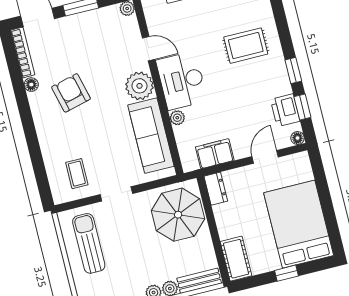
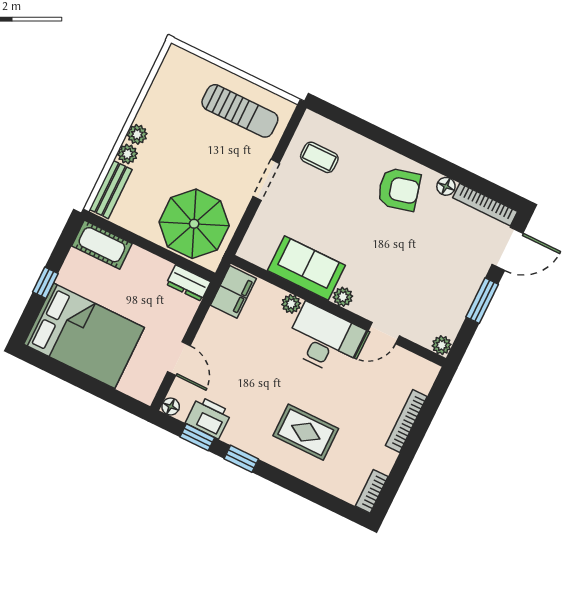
rug: (246, 46) -> (306, 432), turned 90
plant: (139, 86) -> (343, 297), width x0.53, depth x0.53
armchair: (71, 93) -> (399, 189), moved
sofa: (151, 136) -> (306, 268), width x0.73
filing cabinet: (215, 154) -> (233, 292), moved

